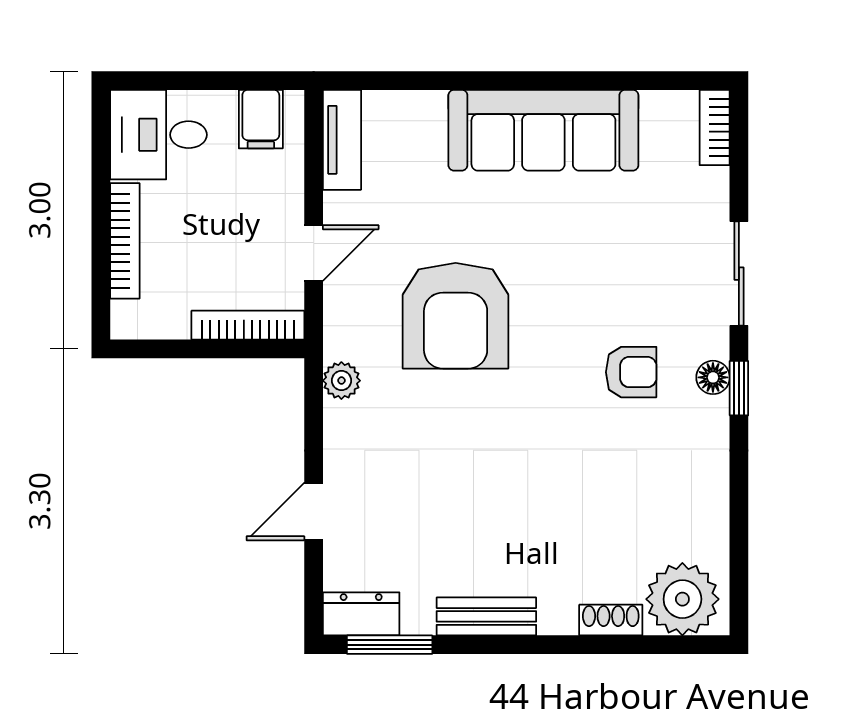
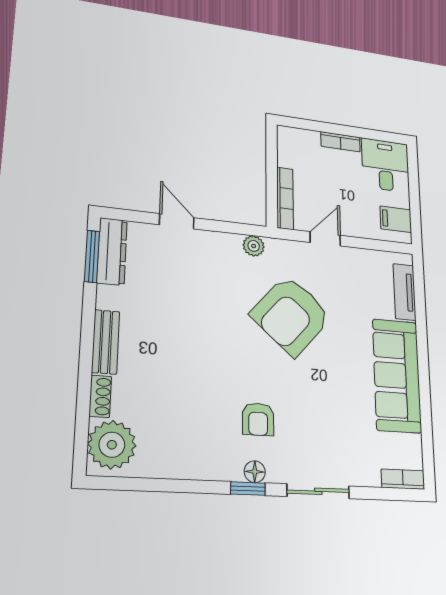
tv unit: (342, 140) -> (405, 292), moved, turned 90
bookcase: (125, 241) -> (341, 142), width x0.64
door: (314, 253) -> (325, 239), swing flipped
armchair: (456, 316) -> (291, 315), turned -49
dresser: (361, 614) -> (112, 251), width x1.44
bench: (486, 616) -> (106, 342), moved

